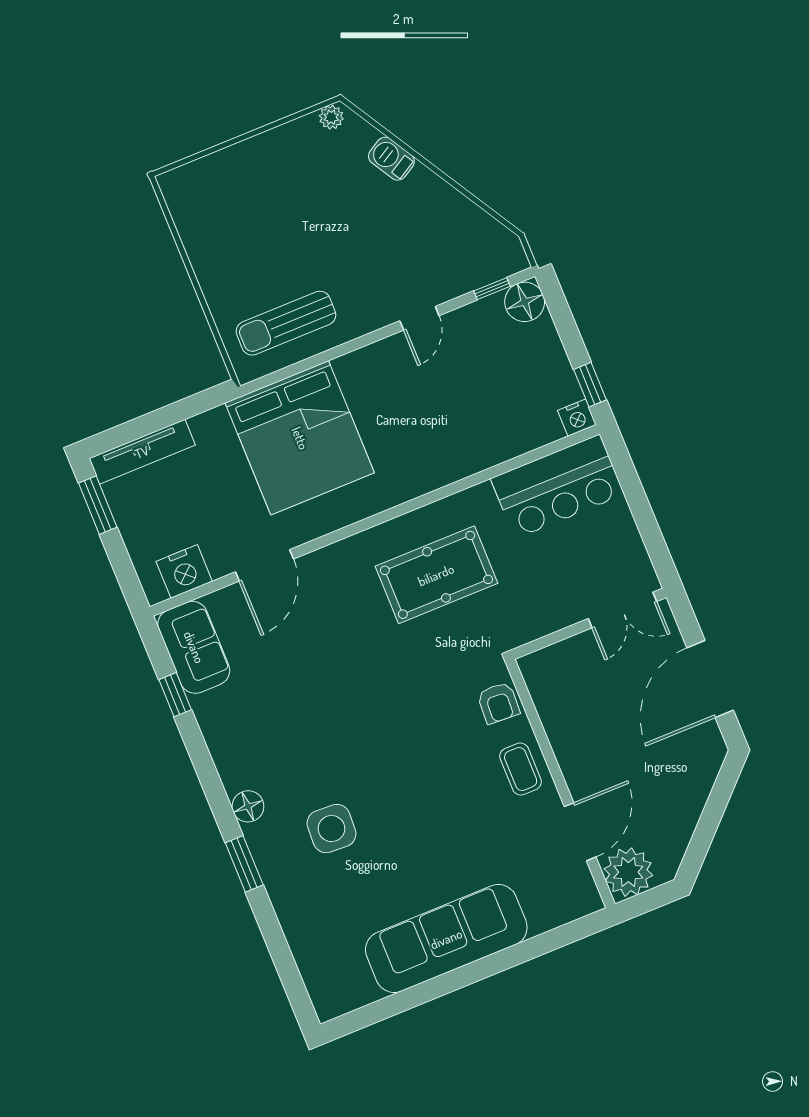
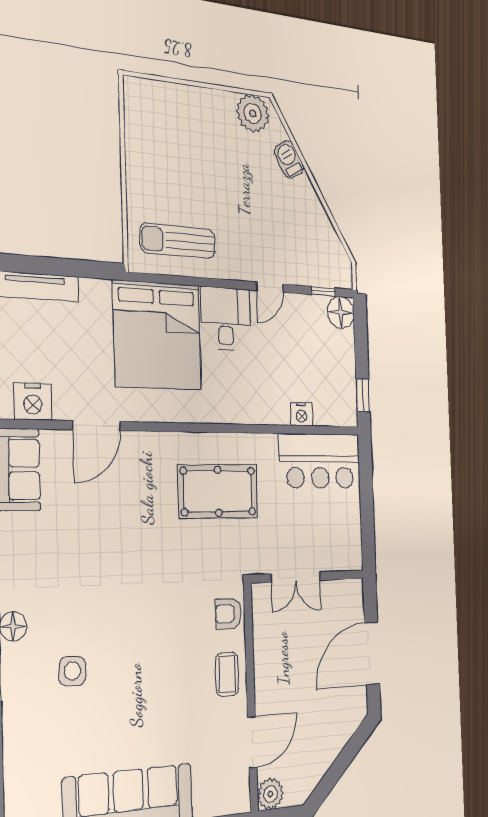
plant: (331, 117) -> (253, 113), width x1.87, depth x1.87
desk: (376, 381) -> (226, 319), added
nightstand: (577, 418) -> (301, 414), moved
double door: (622, 610) -> (296, 577), moved
armchair: (498, 703) -> (229, 614), turned 87
side table: (332, 829) -> (72, 671), width x0.73, depth x0.73
plant: (628, 872) -> (270, 794), width x0.73, depth x0.73

